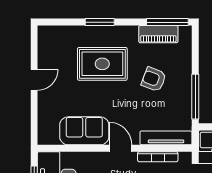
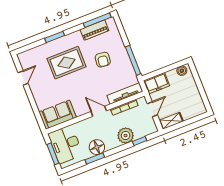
armchair: (154, 79) -> (103, 60), turned -104
door: (34, 80) -> (23, 78), moved
sofa: (84, 131) -> (58, 115), moved

